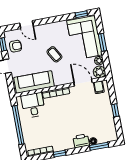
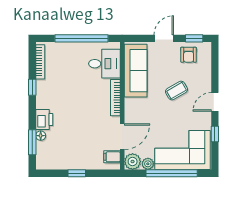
window: (81, 14) -> (215, 134), moved
door: (27, 25) -> (215, 102), moved
window: (103, 42) -> (172, 173), width x2.11
coffee table: (54, 54) -> (177, 91), moved

